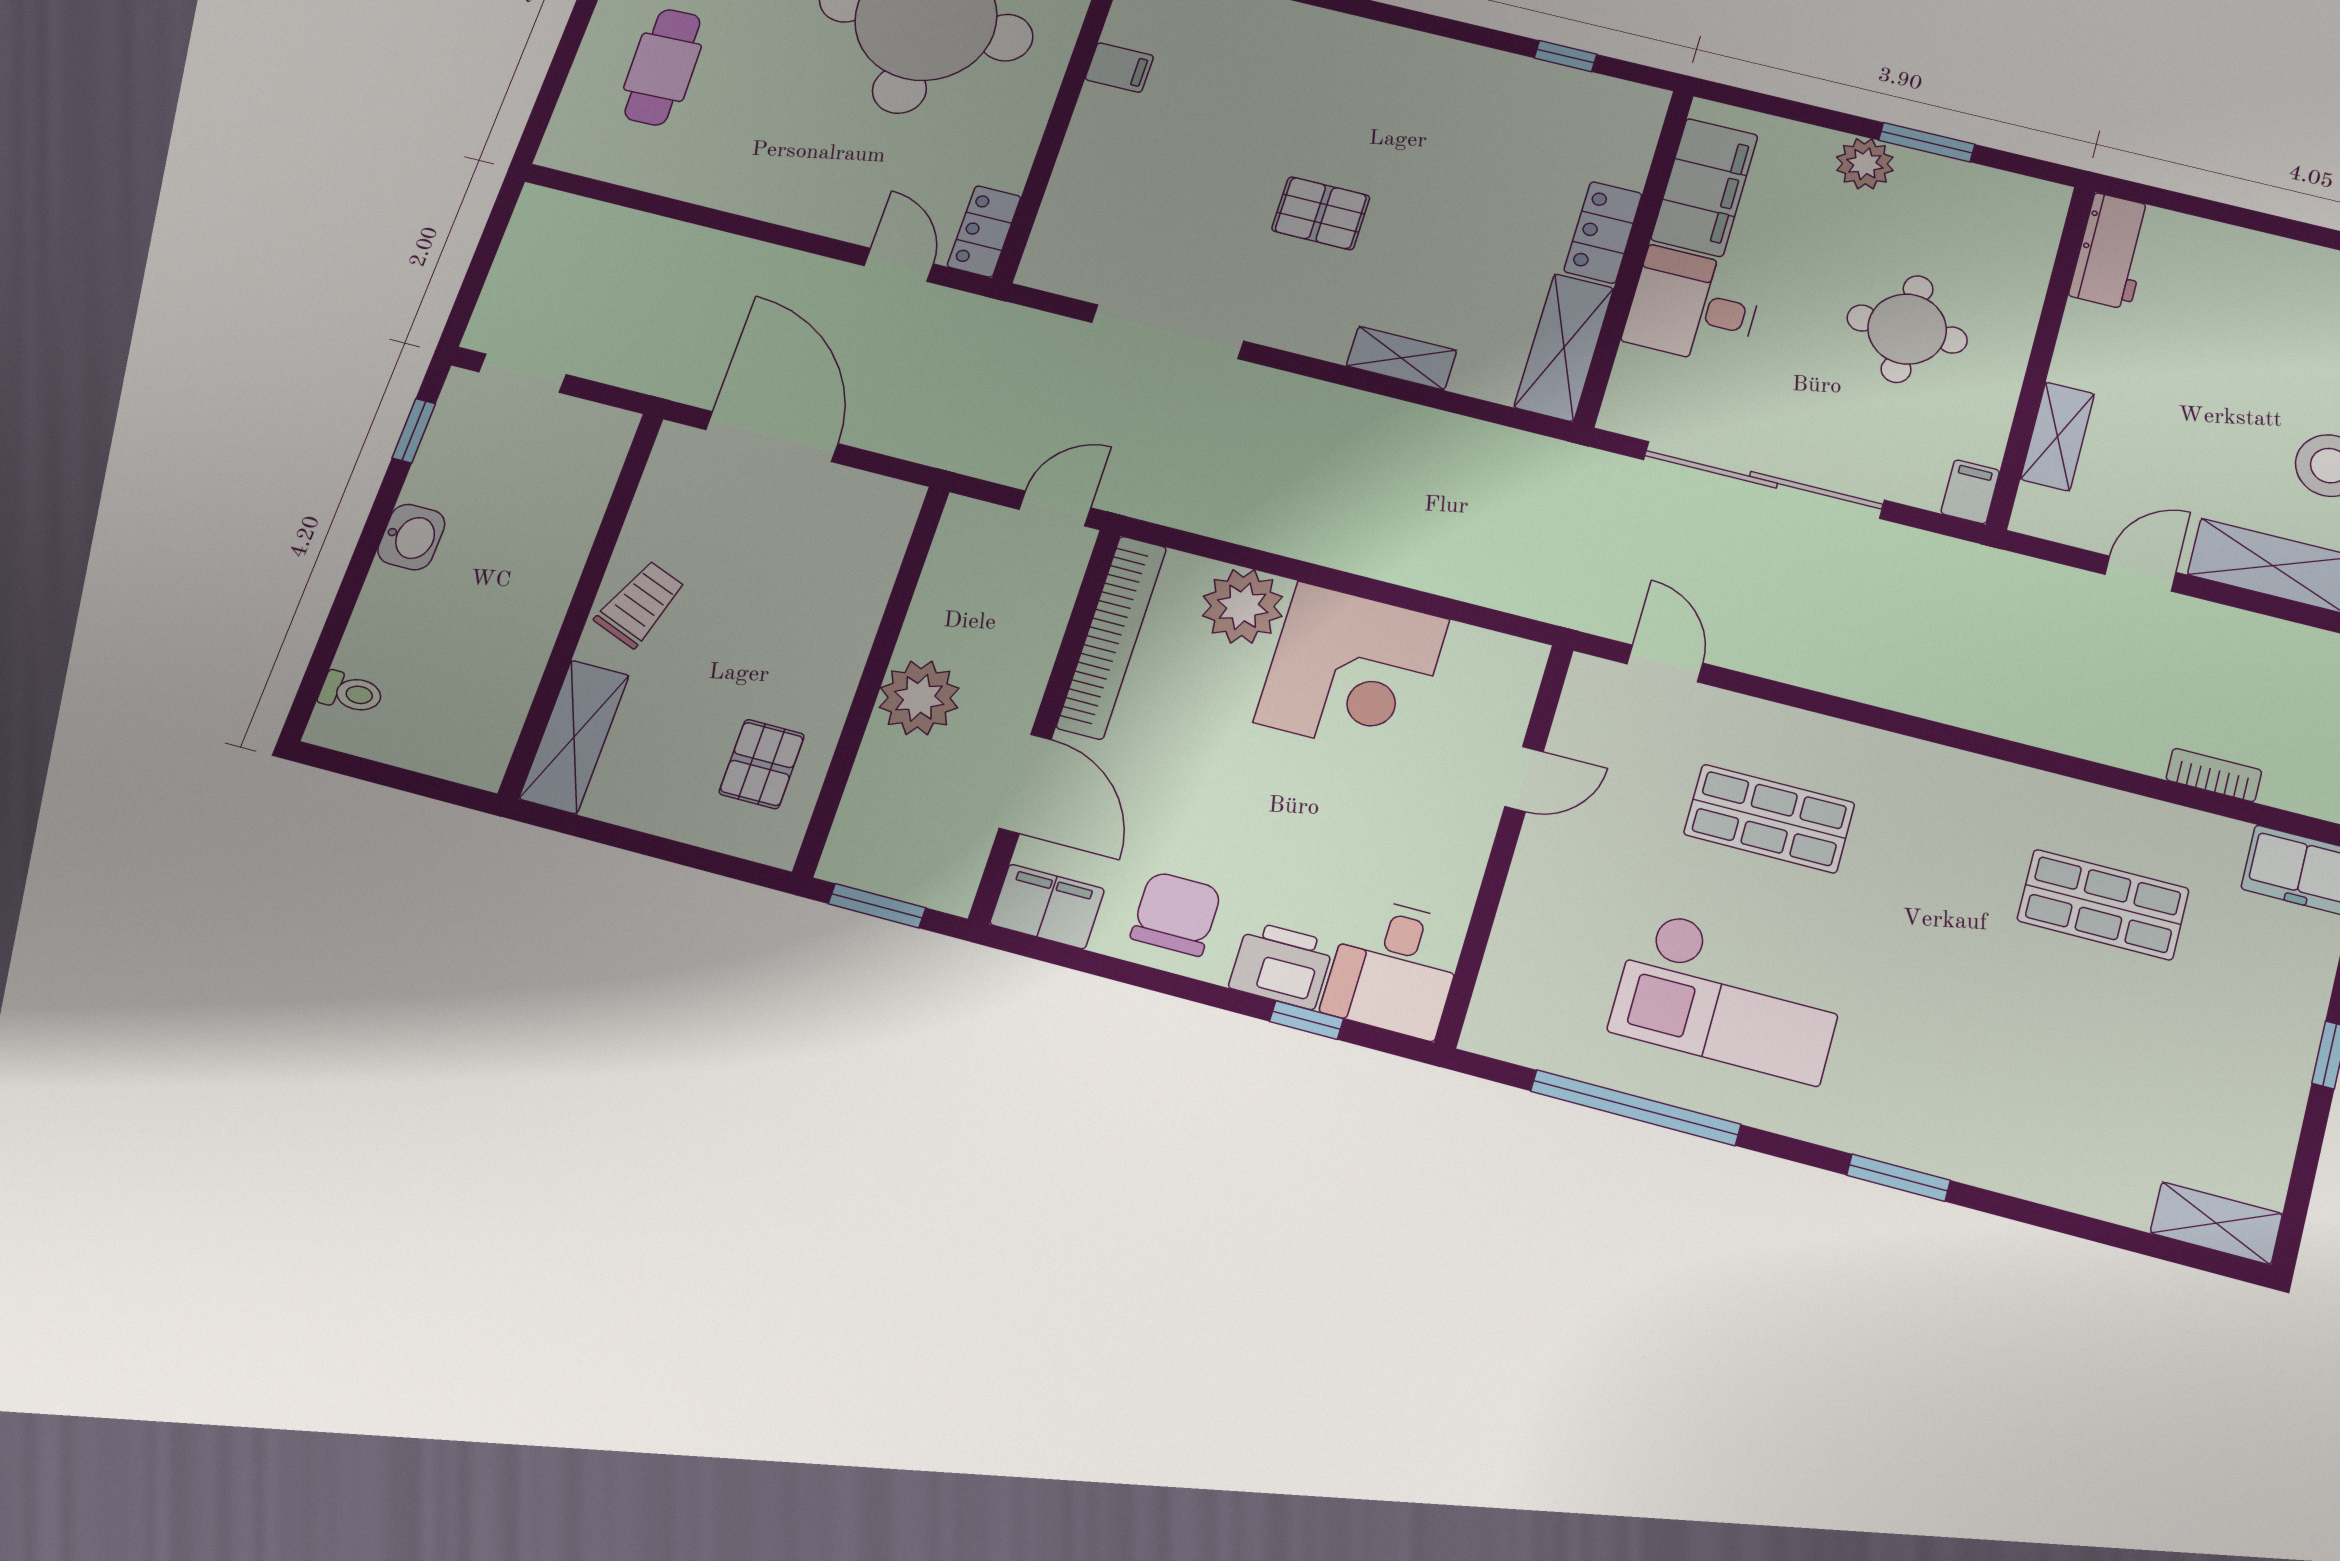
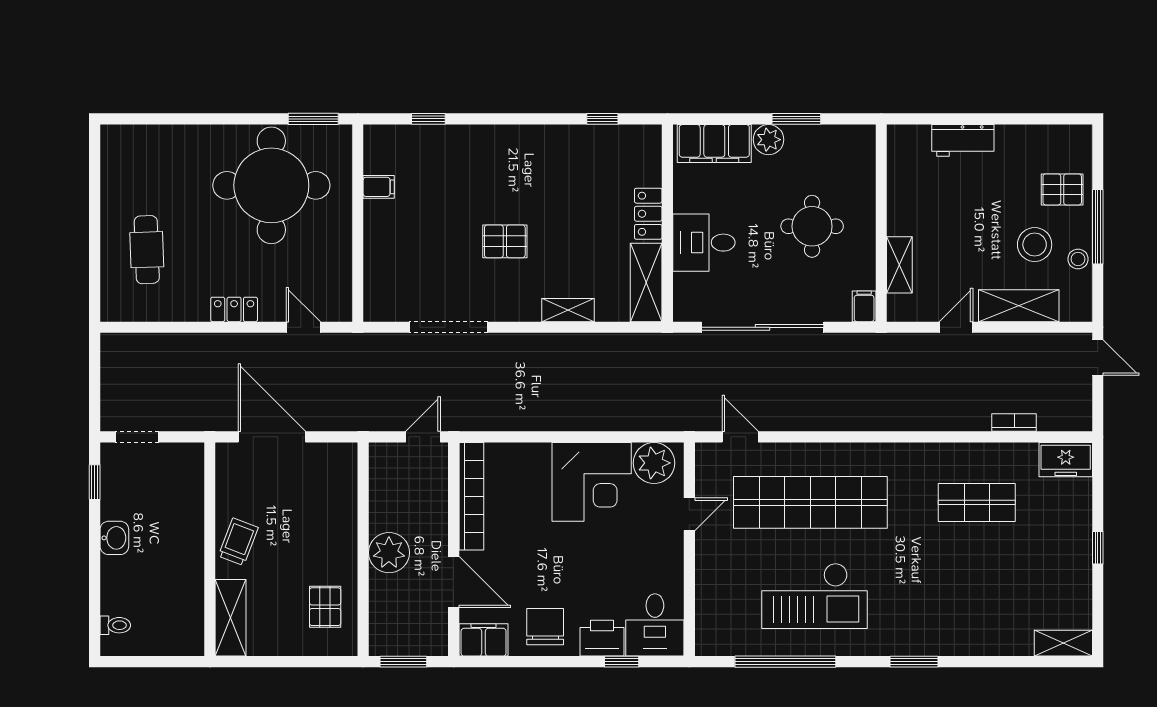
filing cabinet: (1705, 187) -> (714, 144), moved, turned 90
locker: (984, 231) -> (234, 309), moved, turned 90
workbench: (2112, 251) -> (963, 140), moved, turned 90
plant: (1243, 606) -> (654, 463), moved
shop shelf: (1769, 819) -> (810, 502), width x2.00, depth x1.36

